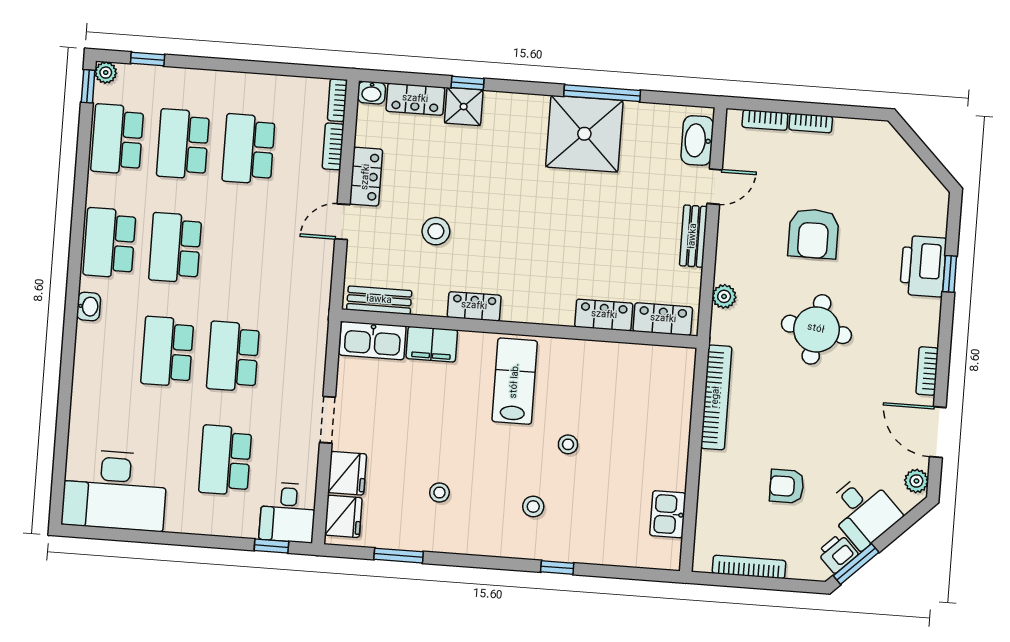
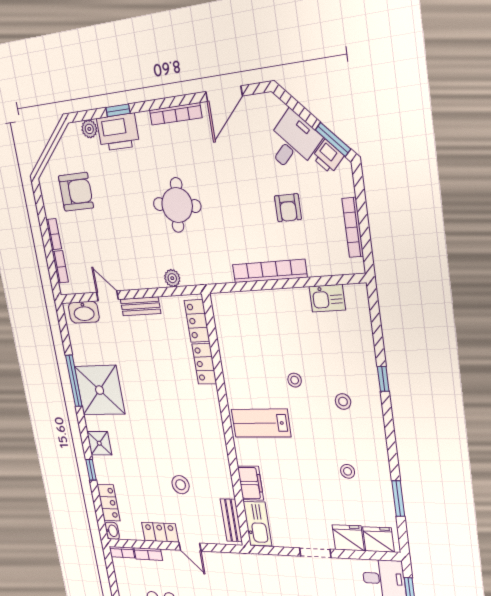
shower: (464, 107) -> (99, 443), moved
armchair: (813, 234) -> (76, 192), moved
locker: (474, 306) -> (220, 455), removed
bookcase: (927, 371) -> (176, 114), width x1.56
bookcase: (716, 397) -> (269, 271), moved
plant: (916, 481) -> (89, 129), moved

